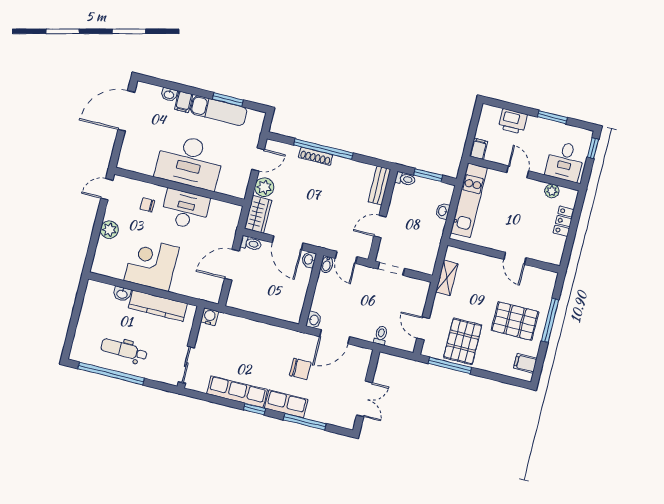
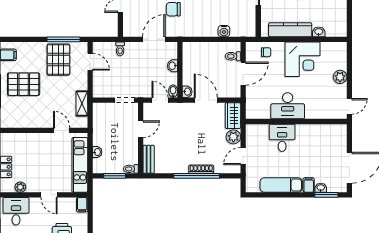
window: (228, 100) -> (326, 195), moved
desk: (190, 162) -> (282, 138), width x0.53, depth x0.77
chair: (147, 205) -> (266, 52), moved
toilet: (251, 243) -> (233, 56), moved
door: (515, 258) -> (62, 130), moved
water cooler: (209, 317) -> (224, 31), moved
washbasin: (314, 320) -> (172, 66), moved

